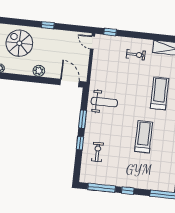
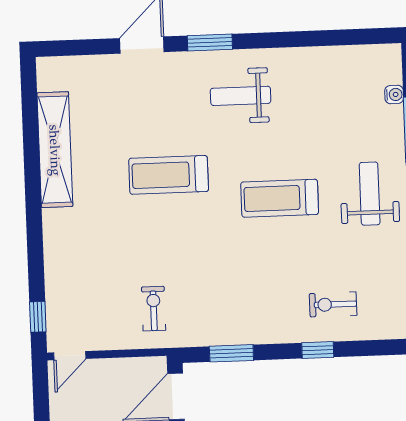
exercise bike: (136, 55) -> (154, 309), moved
weight bench: (104, 102) -> (370, 194), moved
window: (83, 119) -> (231, 353), moved

